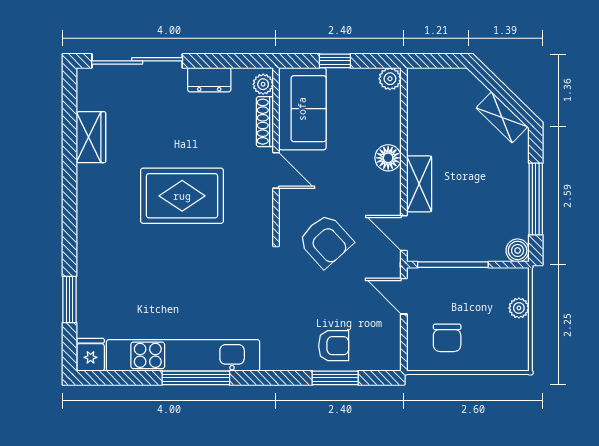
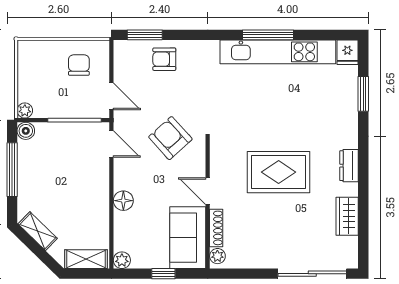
dresser: (209, 80) -> (349, 166), moved, turned -90
shelving: (419, 184) -> (86, 259), moved, turned 90
plant: (519, 308) -> (25, 110), moved
window: (335, 378) -> (145, 35), moved

